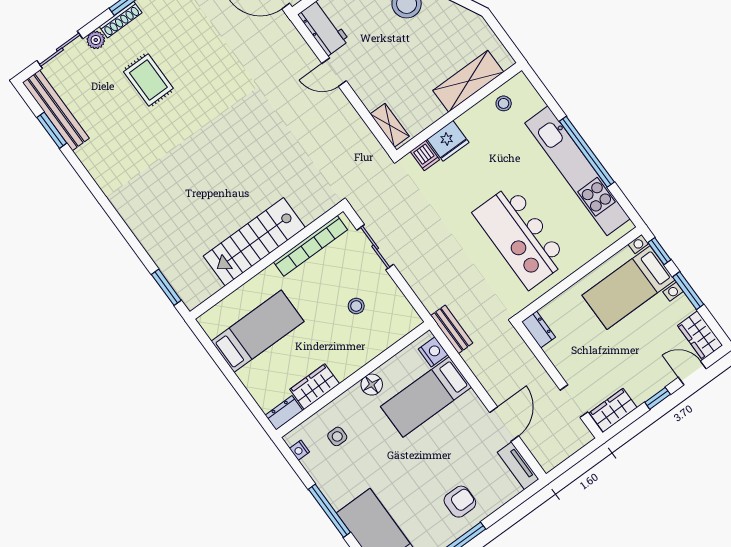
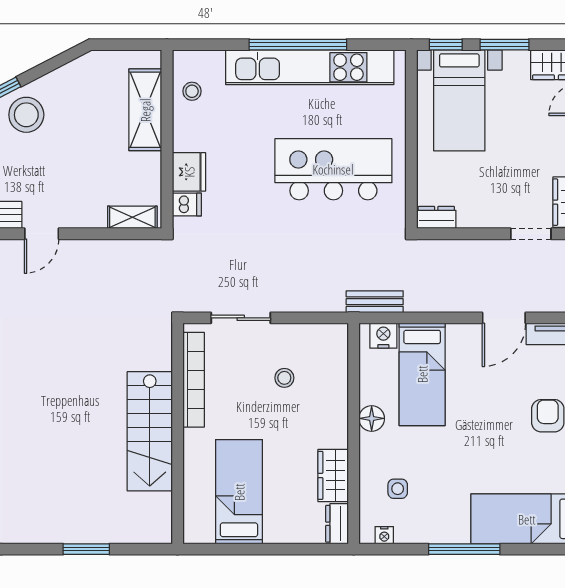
kitchen island: (520, 237) -> (333, 169), turned 180
window: (166, 287) -> (86, 549), moved
door: (504, 424) -> (504, 318), swing flipped

